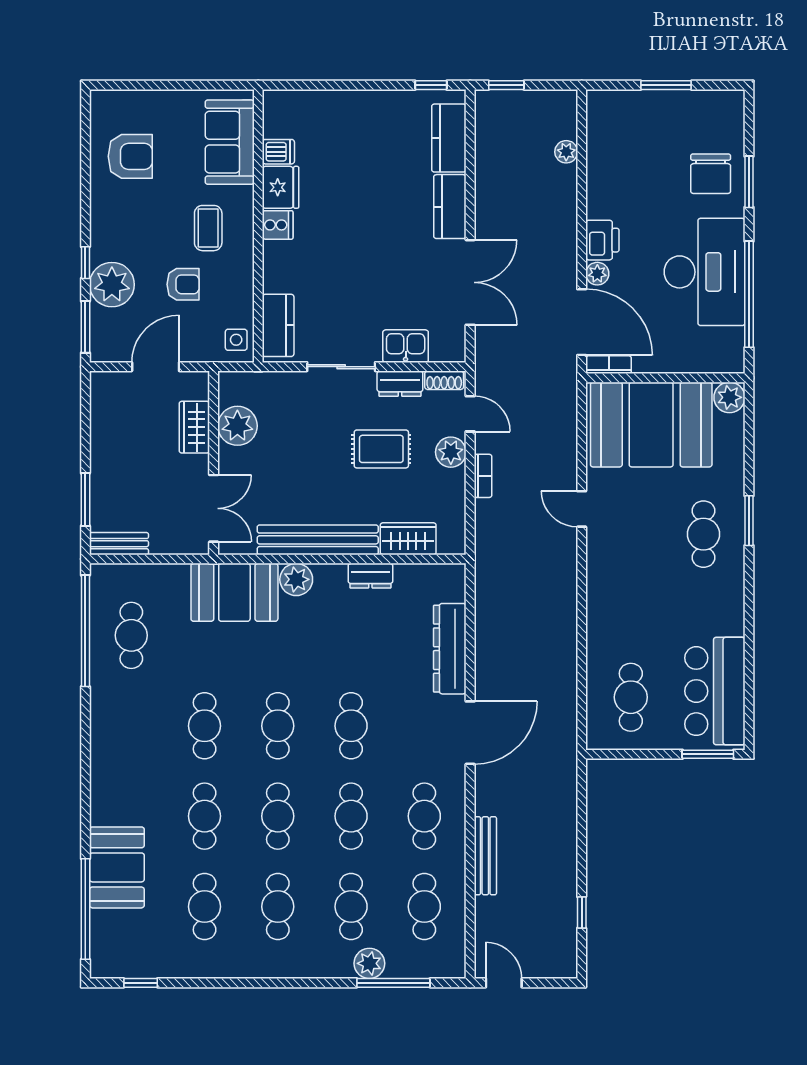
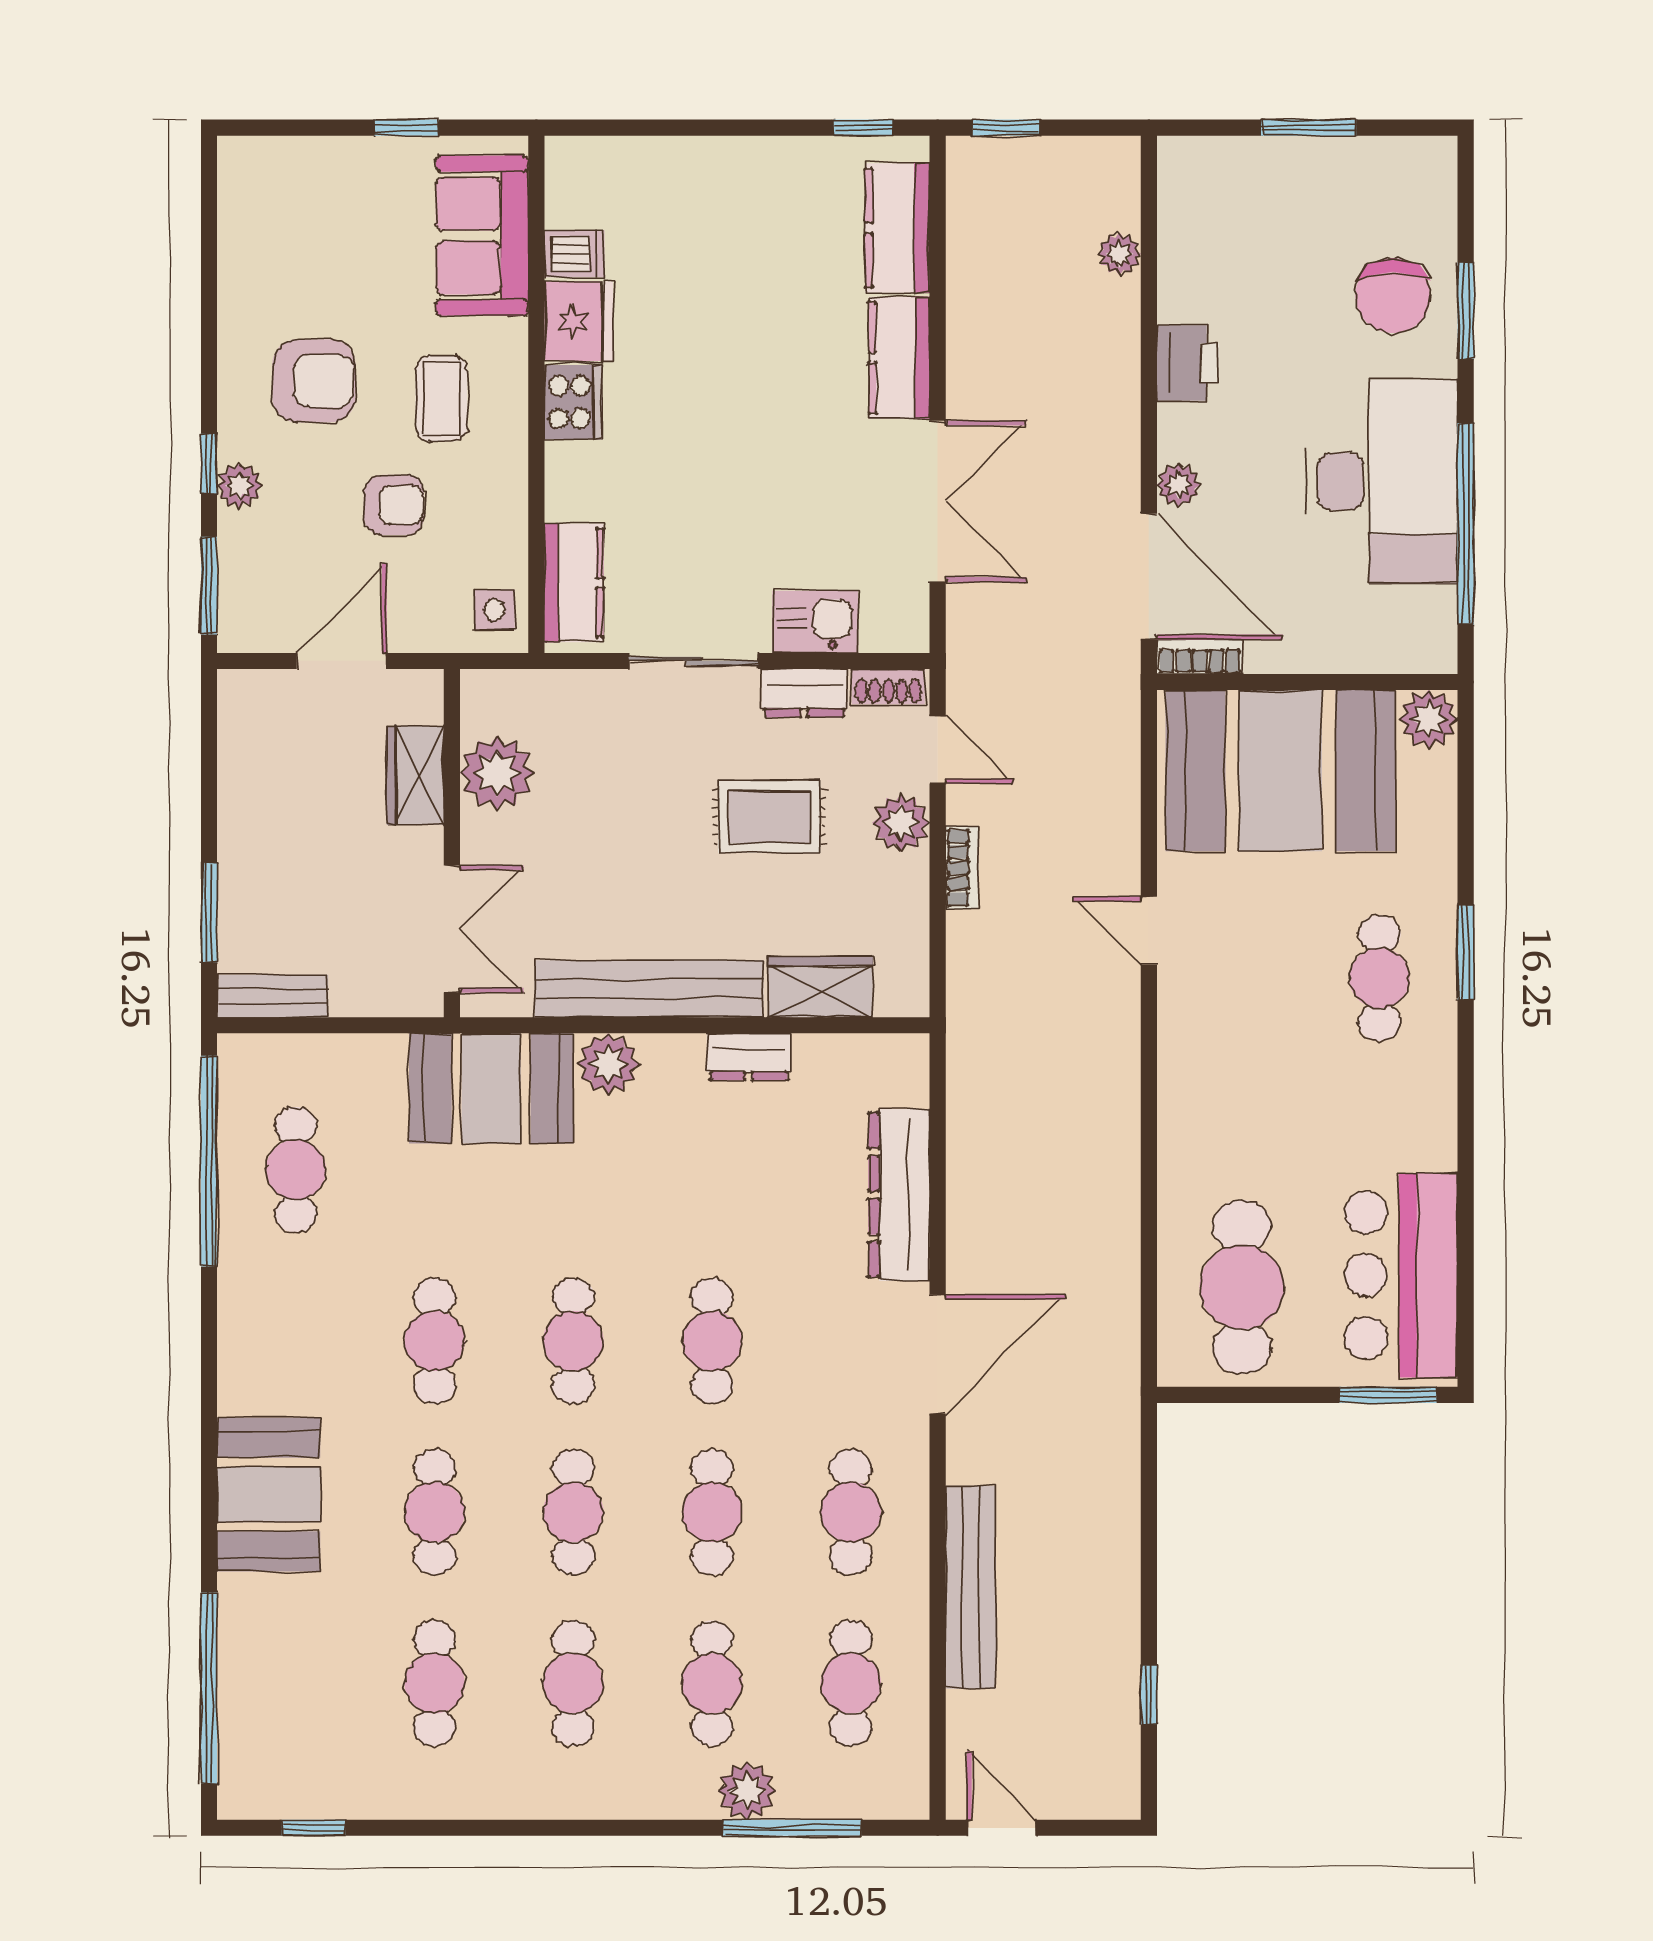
window: (190, 85) -> (407, 128), added
armchair: (130, 156) -> (314, 381), moved
cooker: (278, 225) -> (573, 402), width x1.36
printer: (602, 240) -> (1188, 363), moved
plant: (112, 285) -> (239, 486), width x0.53, depth x0.53
cafe table: (631, 697) -> (1242, 1287), width x1.37, depth x1.35
bench: (485, 856) -> (971, 1587), width x1.37, depth x1.21
booth: (117, 867) -> (268, 1495), moved

